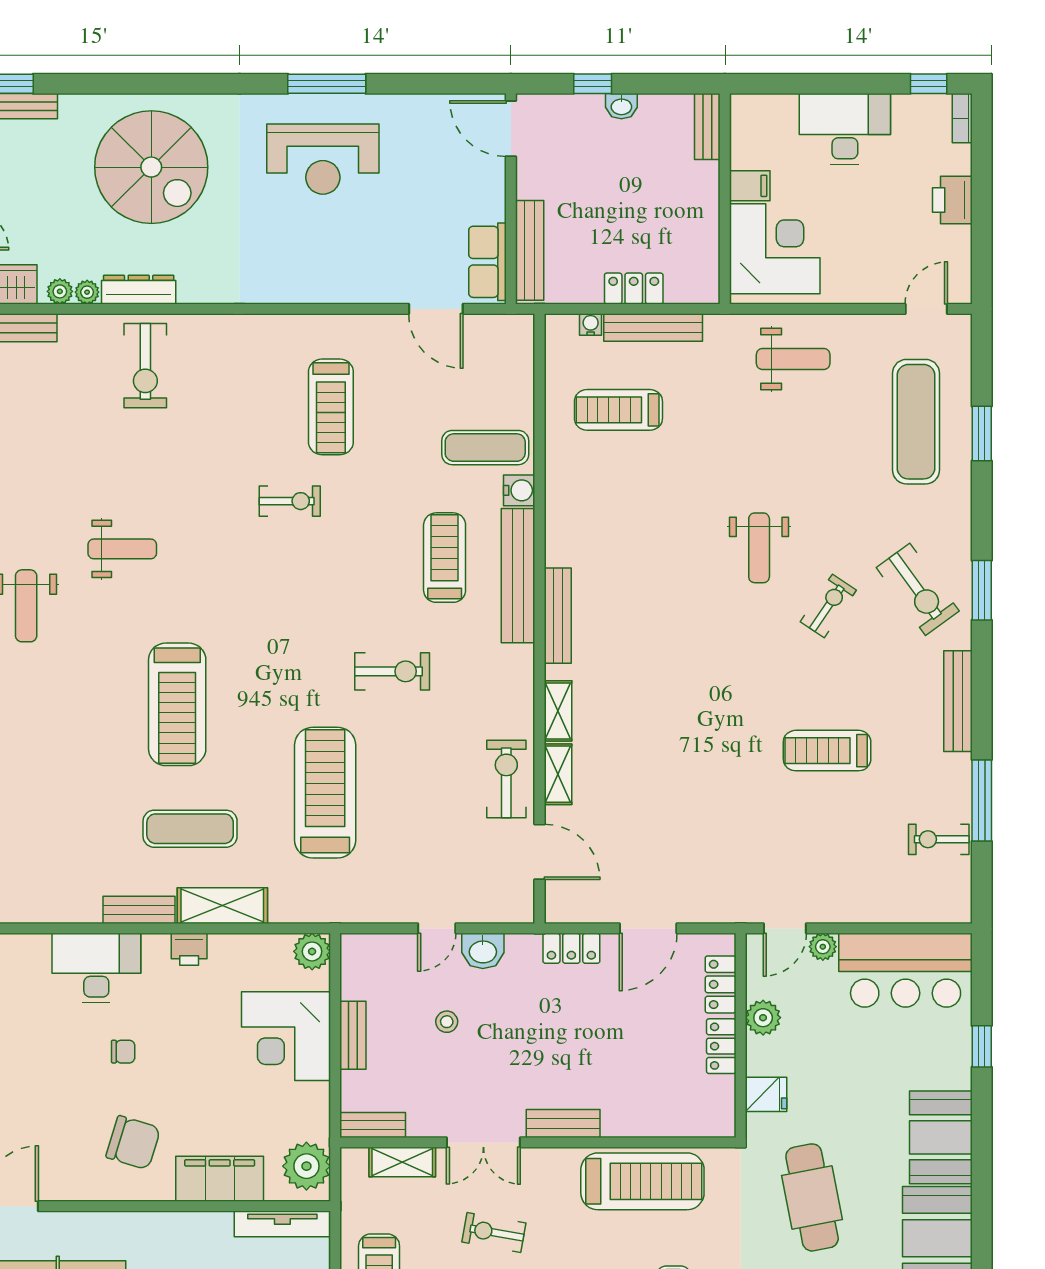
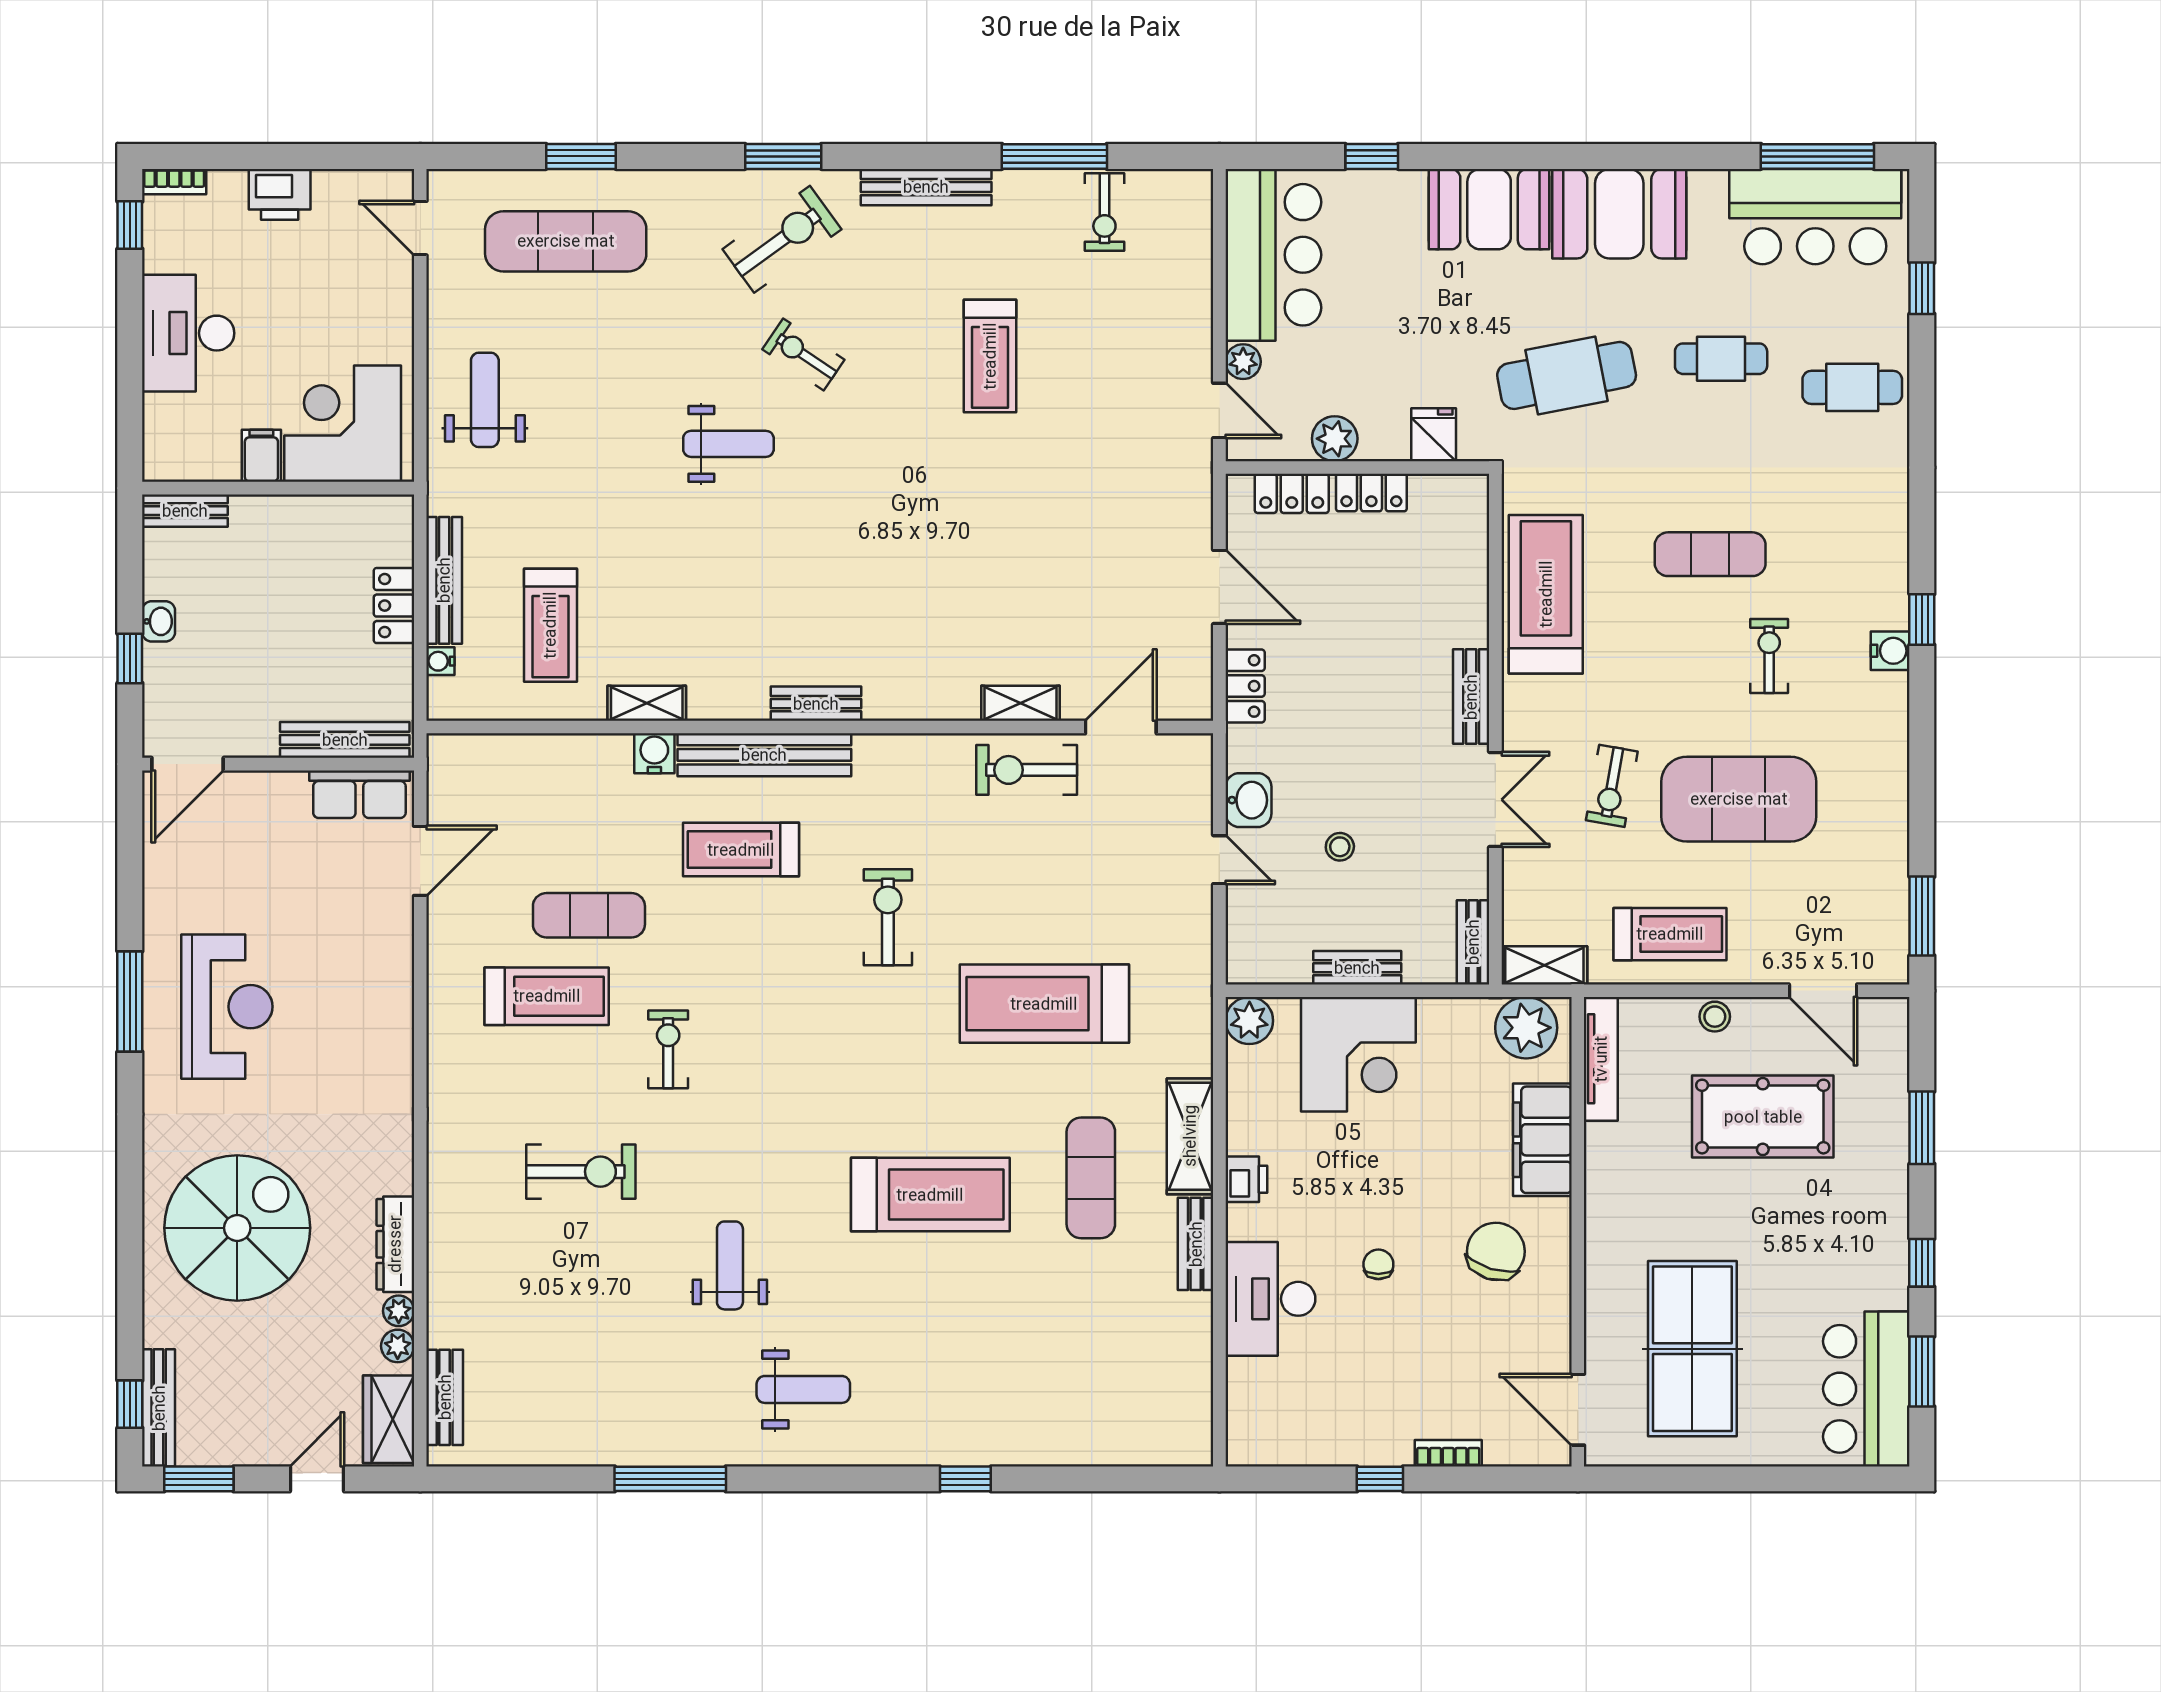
exercise bike: (145, 366) -> (581, 1172), moved
exercise mat: (485, 448) -> (589, 915), moved, turned 90
bench: (558, 616) -> (816, 704), width x0.73
shelving: (558, 711) -> (647, 703), moved
shelving: (402, 1162) -> (1544, 965), moved, turned 90

